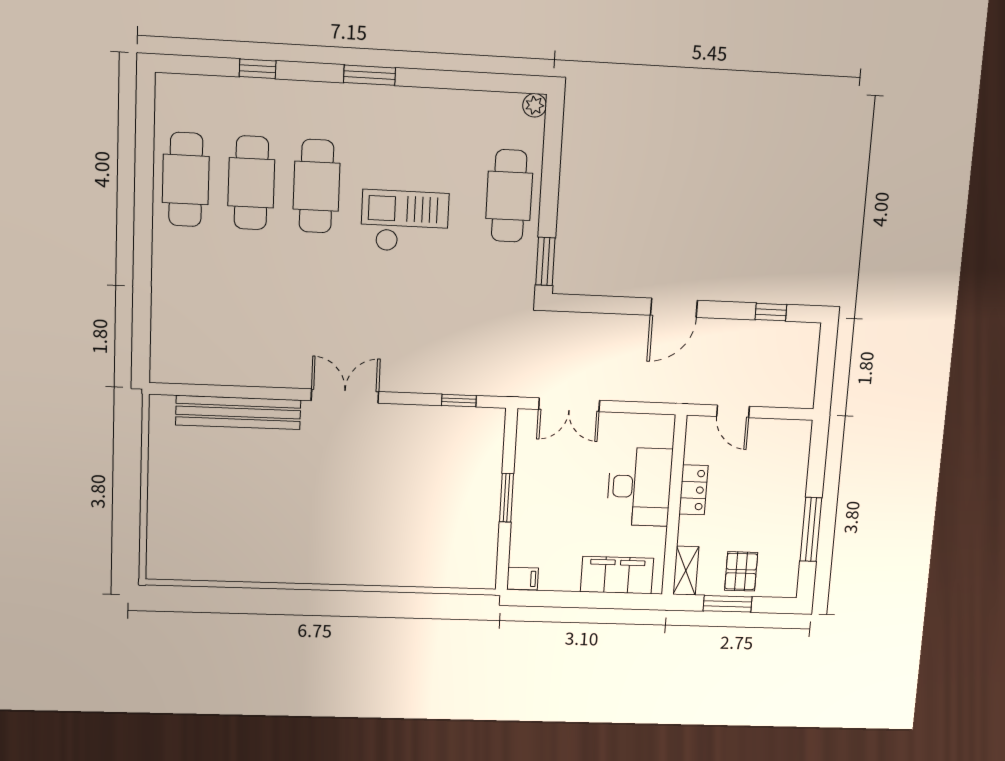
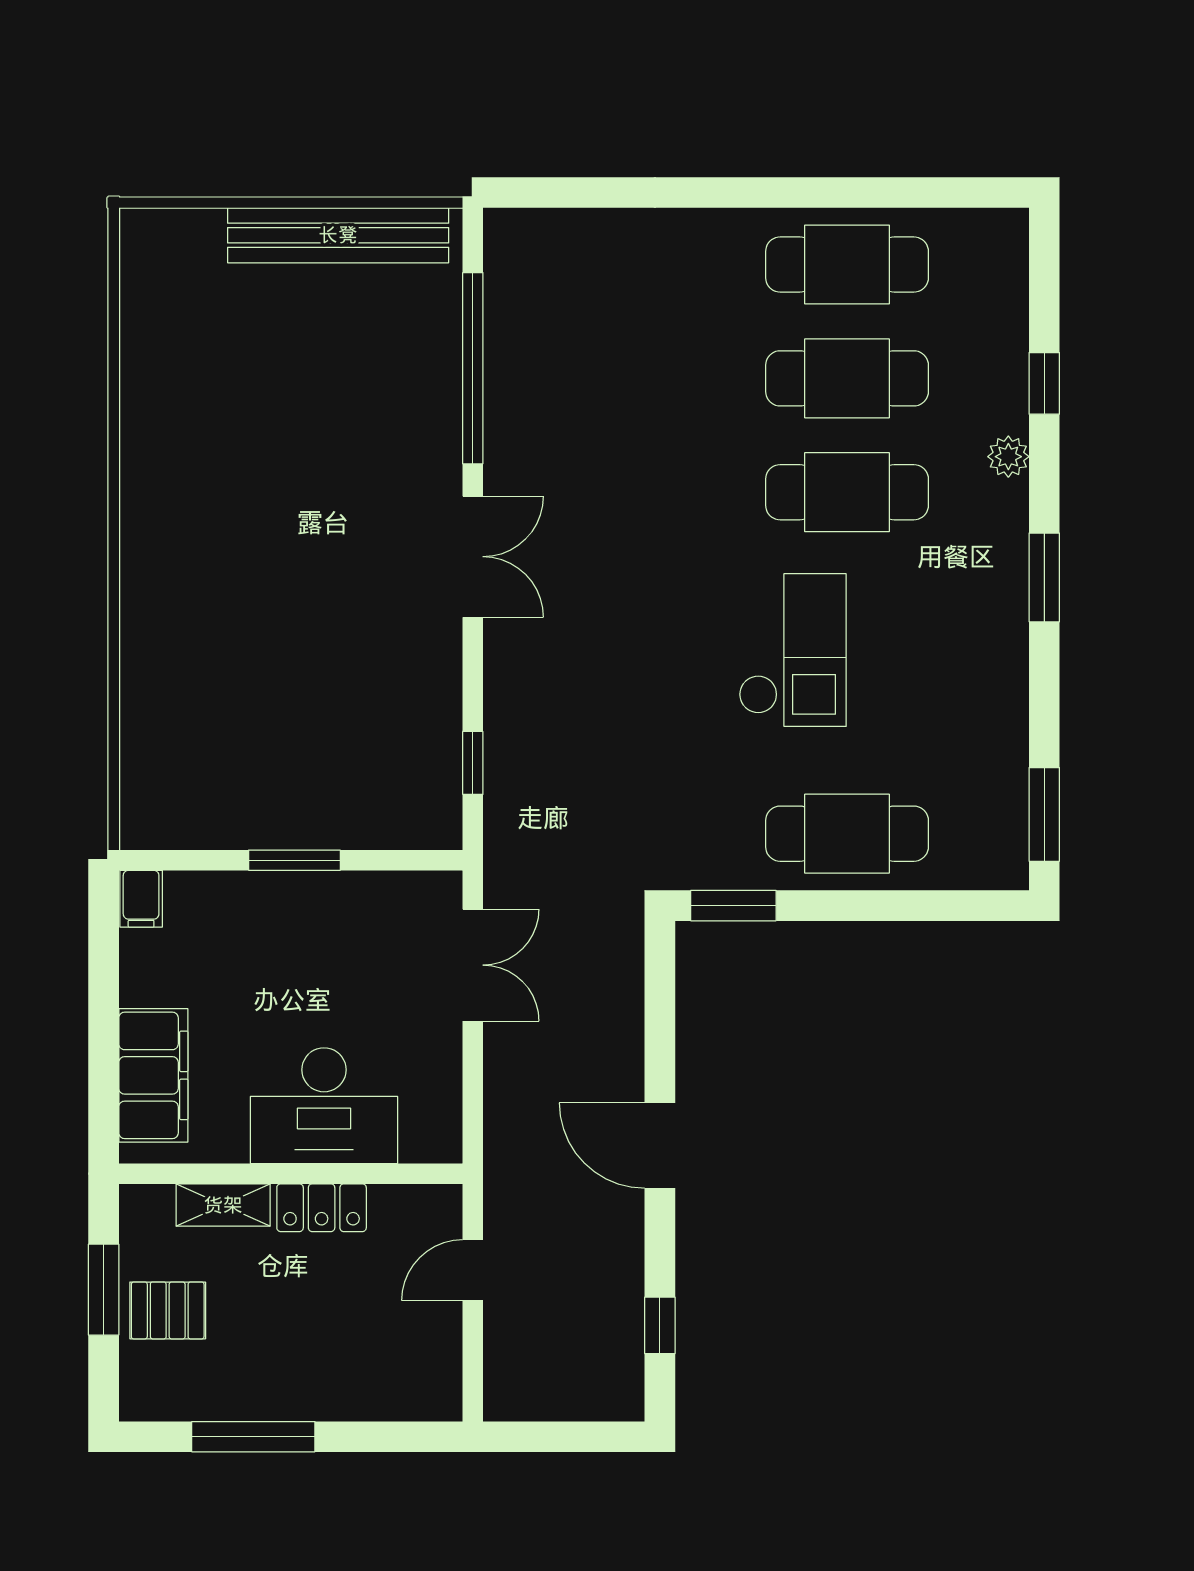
window: (505, 83) -> (1044, 814), added
plant: (535, 105) -> (1008, 457), moved
window: (240, 392) -> (473, 368), added
double door: (569, 405) -> (473, 965), swing flipped
bench: (238, 412) -> (338, 235), moved, turned 90
shelving: (686, 571) -> (223, 1205), moved

